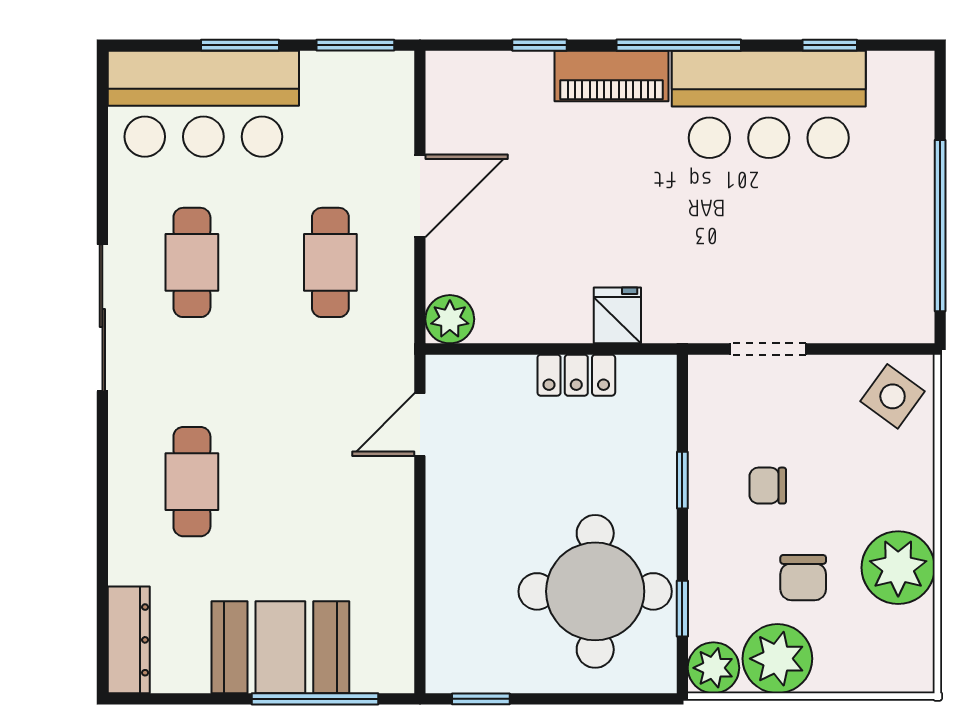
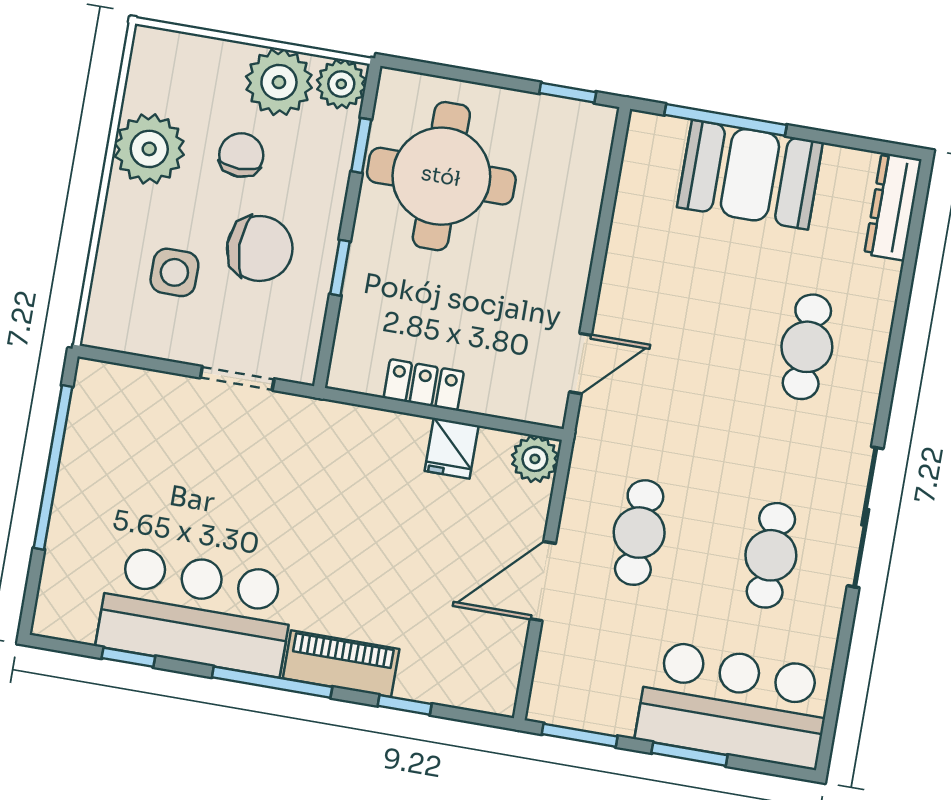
fridge: (617, 315) -> (452, 448), moved
side table: (893, 396) -> (174, 272), moved, turned -36
chair: (768, 486) -> (260, 248), width x1.87, depth x1.87

